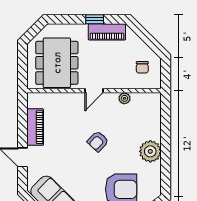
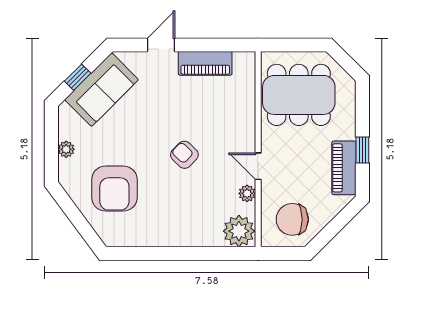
chair: (142, 67) -> (292, 219), width x1.87, depth x1.87
door: (94, 91) -> (258, 166), moved
plant: (150, 151) -> (239, 231), moved

